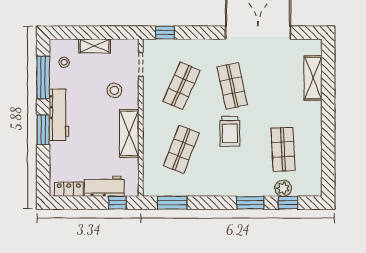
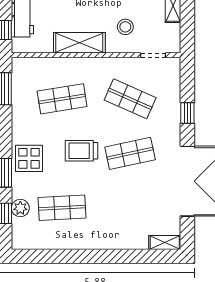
window: (165, 33) -> (187, 113), moved
shelving: (313, 78) -> (165, 242), moved, width x0.67, depth x0.75
shop shelf: (181, 149) -> (62, 99), turned -30
display table: (237, 180) -> (29, 158), added

